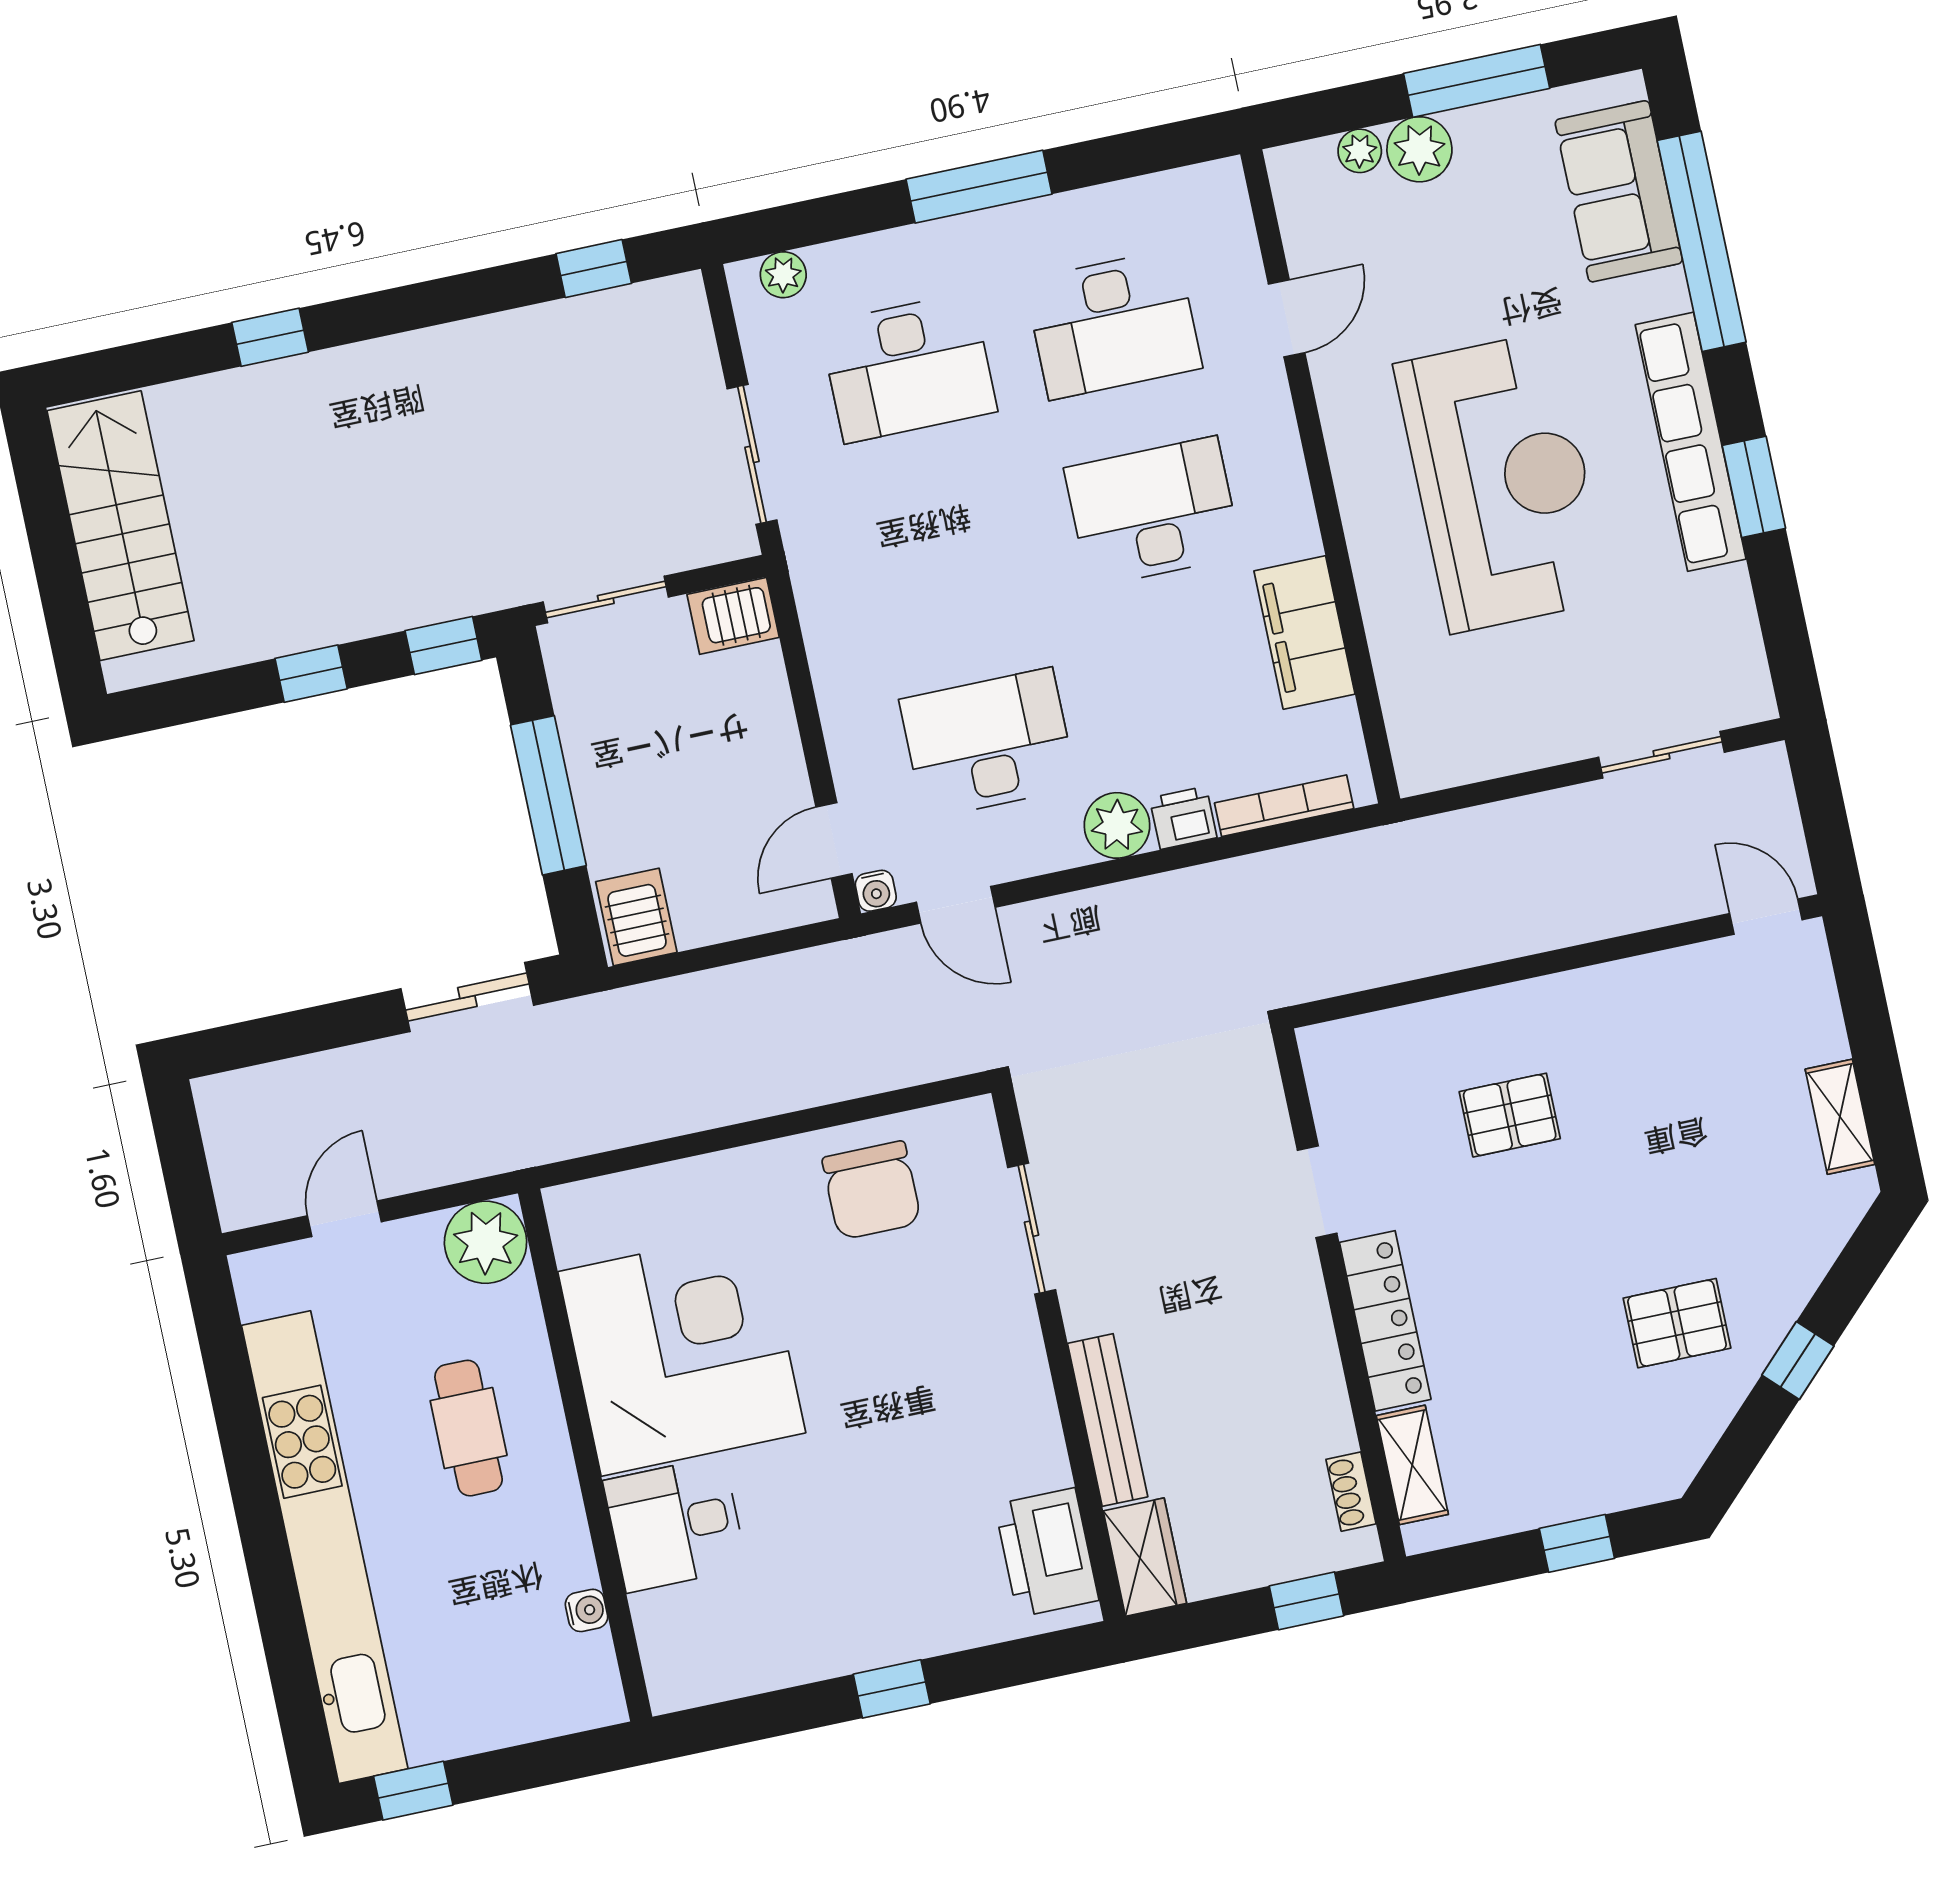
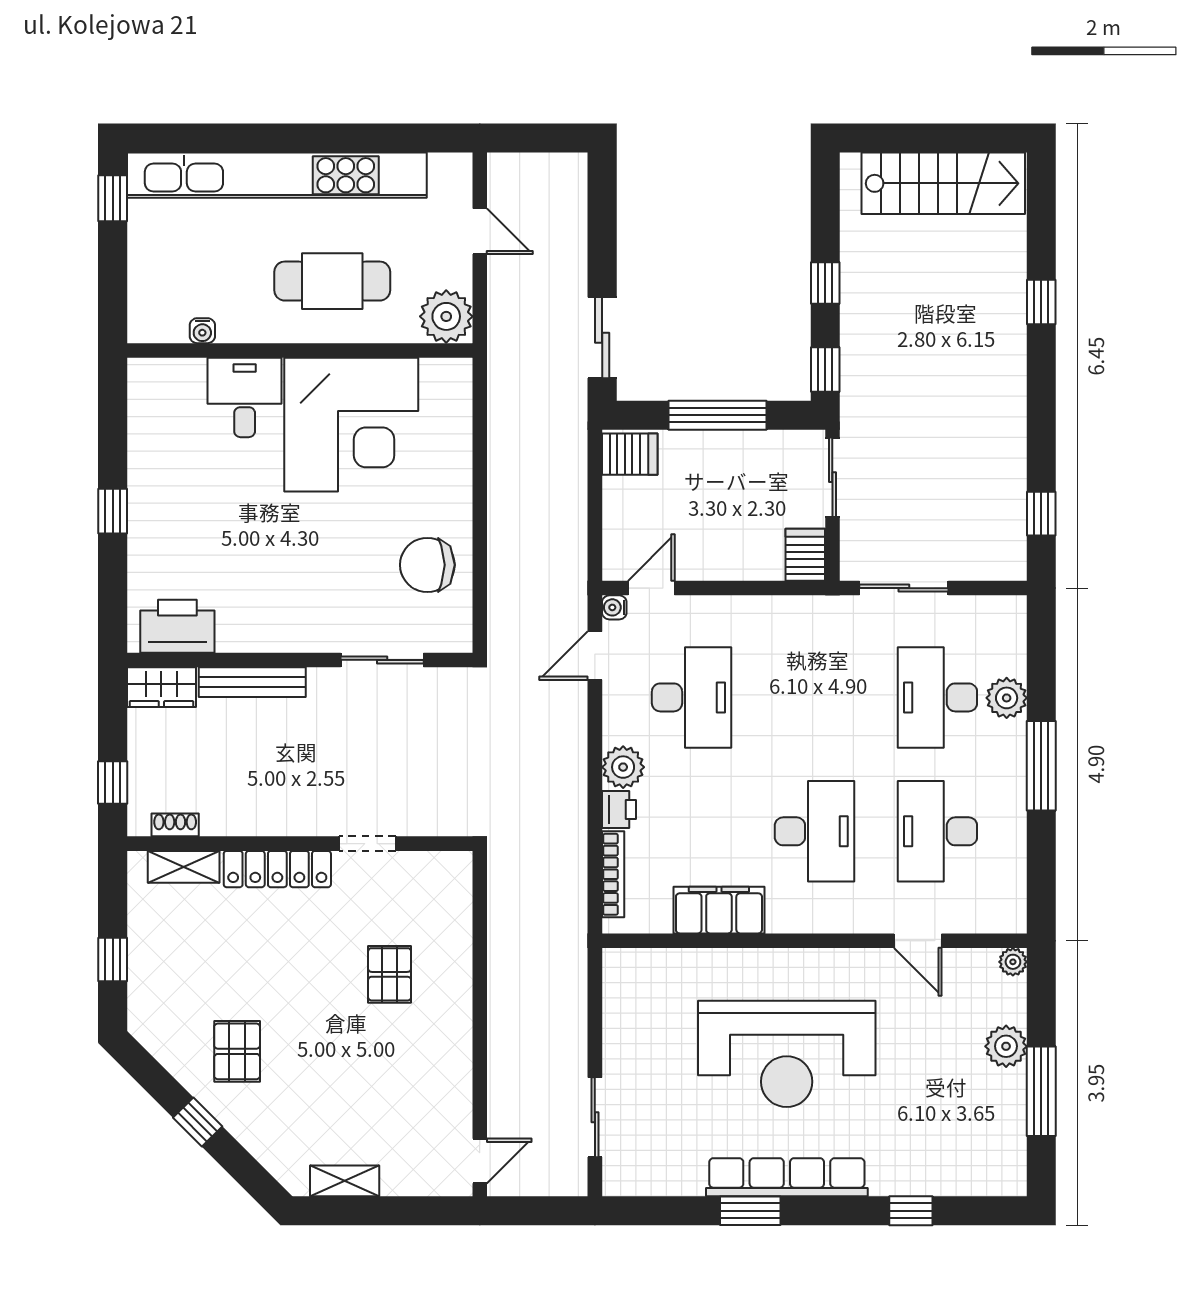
plant: (1360, 151) -> (1013, 962), moved
sofa: (1619, 191) -> (953, 1165), removed
window: (1702, 241) -> (911, 1211), width x0.32
plant: (783, 275) -> (1007, 698), moved, width x1.38, depth x1.38
door: (834, 840) -> (651, 588), hinge flipped
cafe table: (469, 1428) -> (332, 281), width x1.37, depth x1.35

